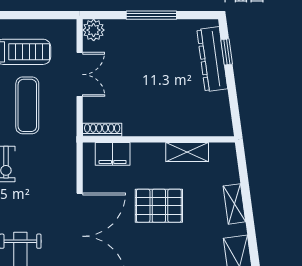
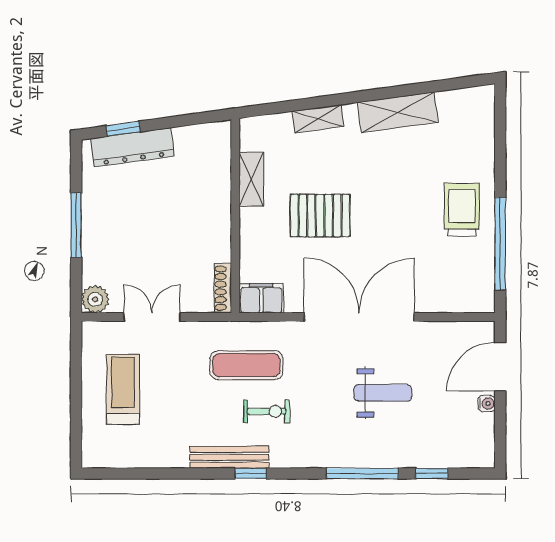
exercise mat: (27, 105) -> (246, 365), moved
filing cabinet: (113, 154) -> (261, 298), moved, turned -90
pallet: (159, 206) -> (320, 216), turned 90

